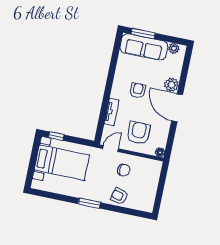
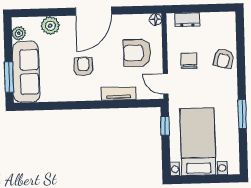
plant: (172, 85) -> (50, 26), moved
armchair: (138, 91) -> (83, 67), turned 90
window: (56, 136) -> (165, 126), moved
dresser: (154, 176) -> (187, 20), added
window: (89, 203) -> (242, 114), moved

